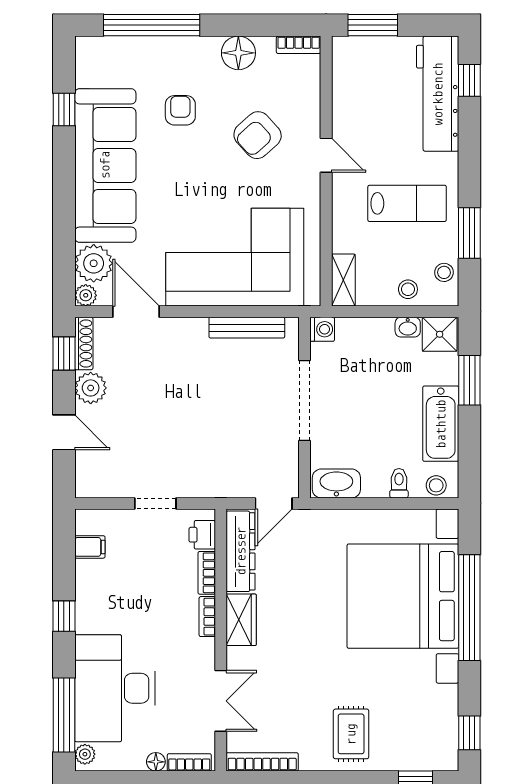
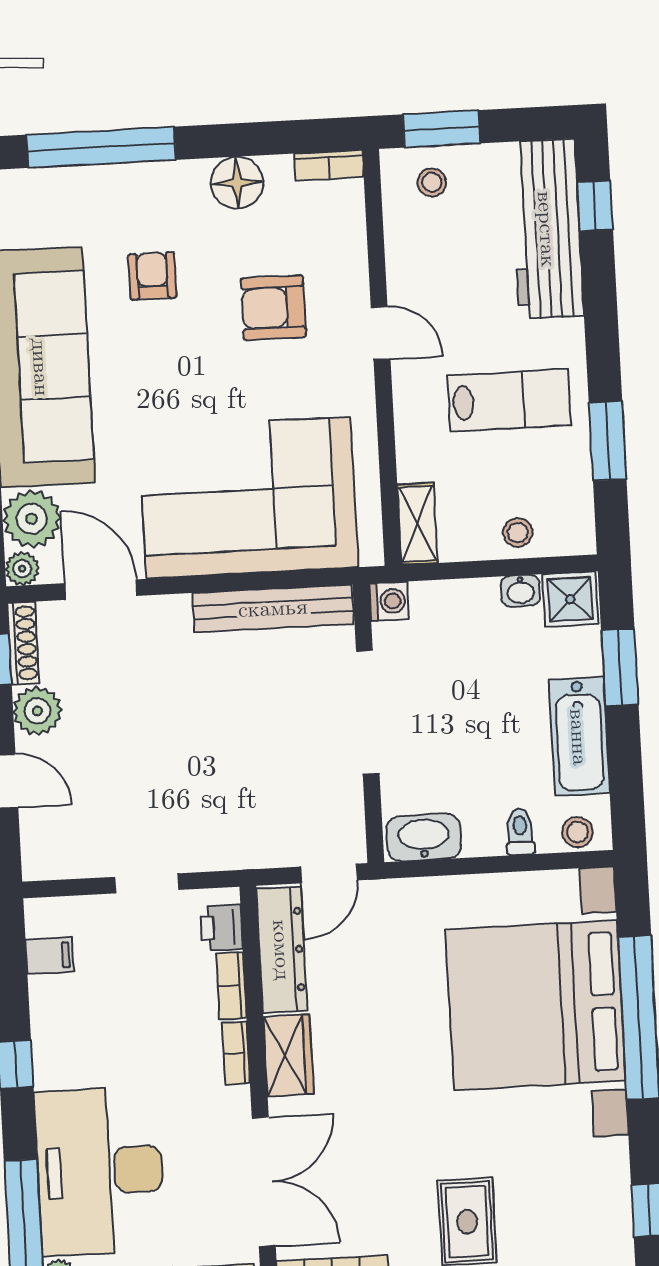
armchair: (258, 135) -> (273, 308), turned 42
stool: (444, 272) -> (432, 182), moved
bench: (247, 328) -> (273, 608), width x1.37, depth x1.21
double door: (221, 701) -> (264, 1182), width x1.37

